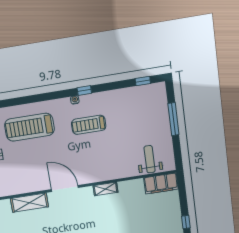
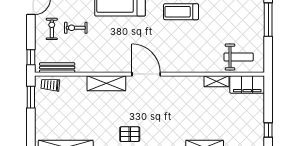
weight bench: (150, 159) -> (239, 57), turned 90
shelving: (105, 189) -> (216, 81), moved

